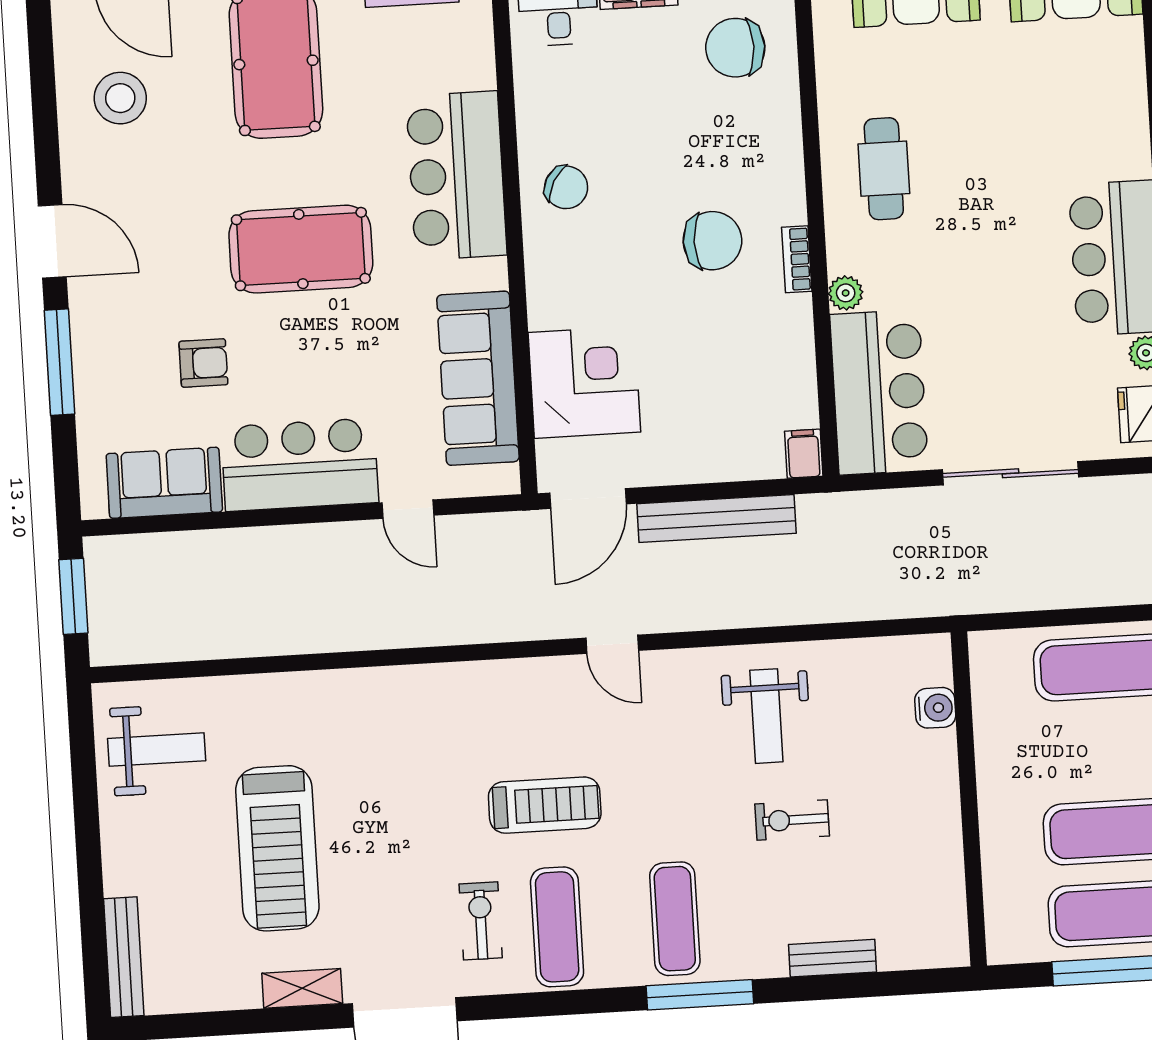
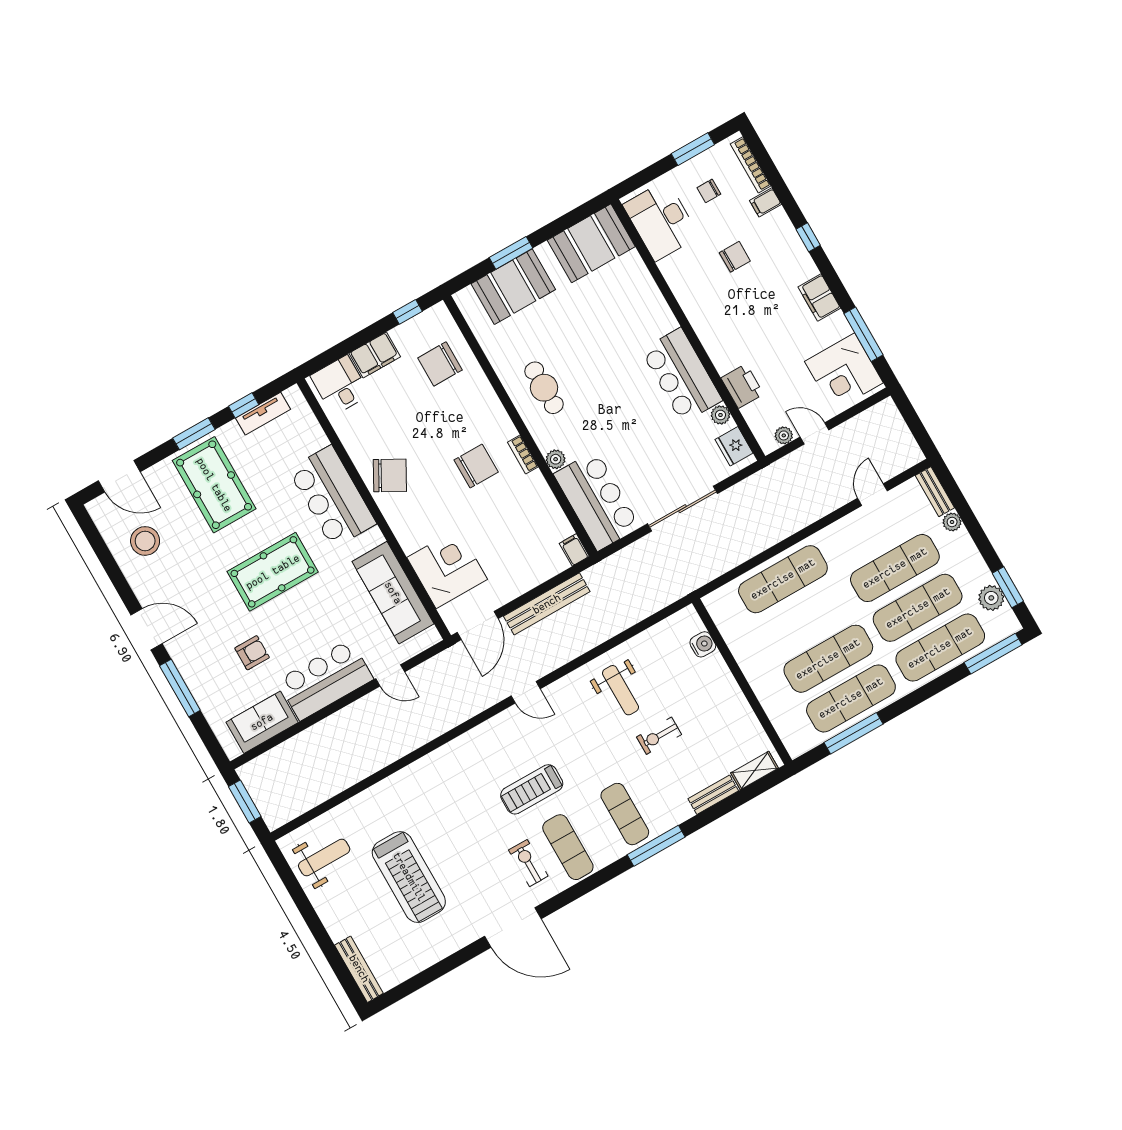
chair: (566, 187) -> (390, 475), width x1.37, depth x1.37
treadmill: (545, 805) -> (532, 789), turned 180
shelving: (302, 988) -> (754, 771), moved

